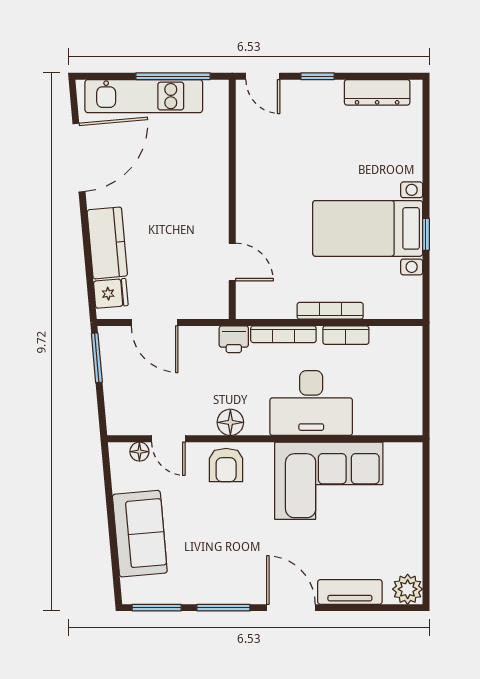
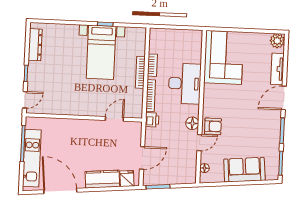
door: (168, 439) -> (199, 143), moved
corner sofa: (329, 481) -> (224, 57), moved

